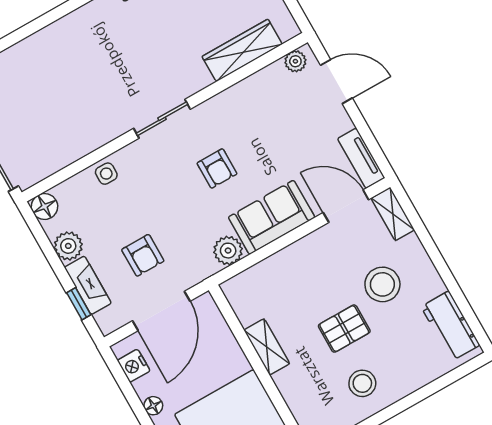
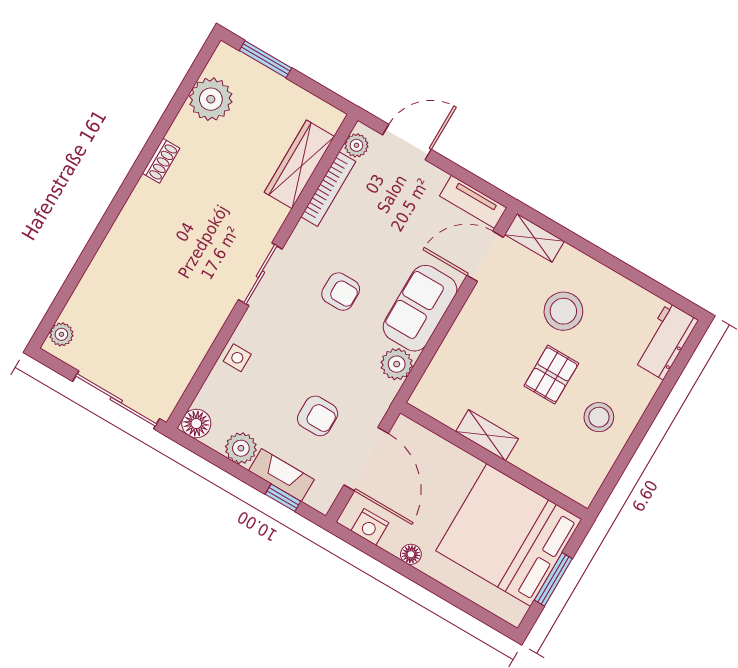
bookcase: (254, 83) -> (328, 189), added
workbench: (450, 326) -> (666, 341), moved, turned 90

